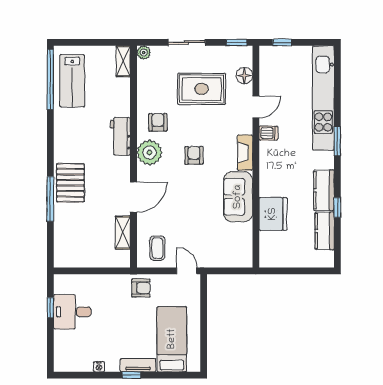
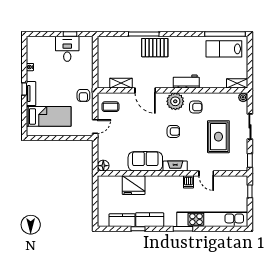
floor lamp: (244, 76) -> (103, 166), moved

